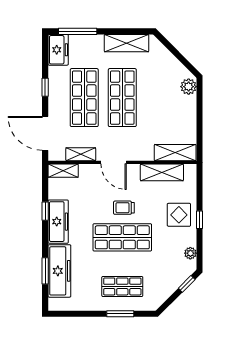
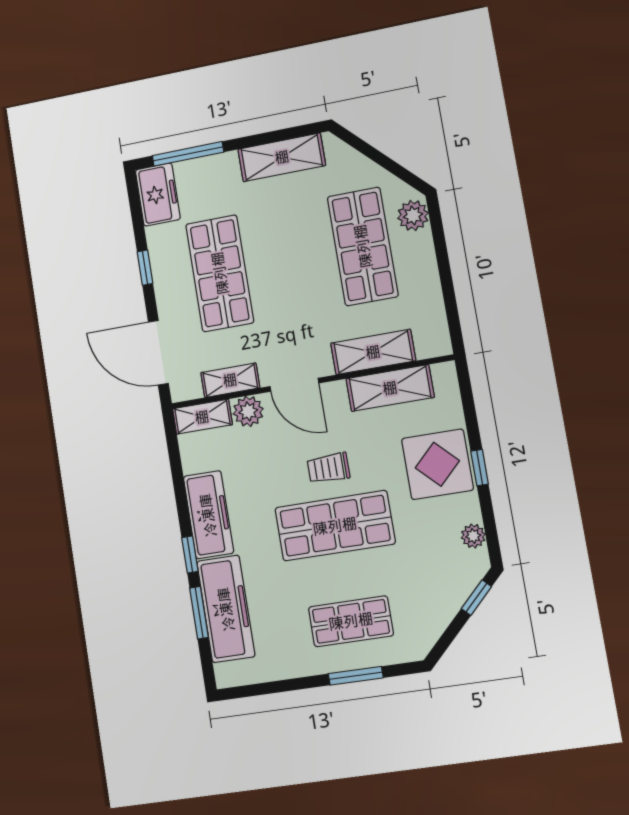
shop shelf: (122, 98) -> (363, 246), moved
shelving: (175, 153) -> (373, 352), moved
plant: (87, 172) -> (248, 411), added
window: (45, 211) -> (190, 555), moved
display table: (179, 215) -> (437, 464), width x1.36, depth x1.36

